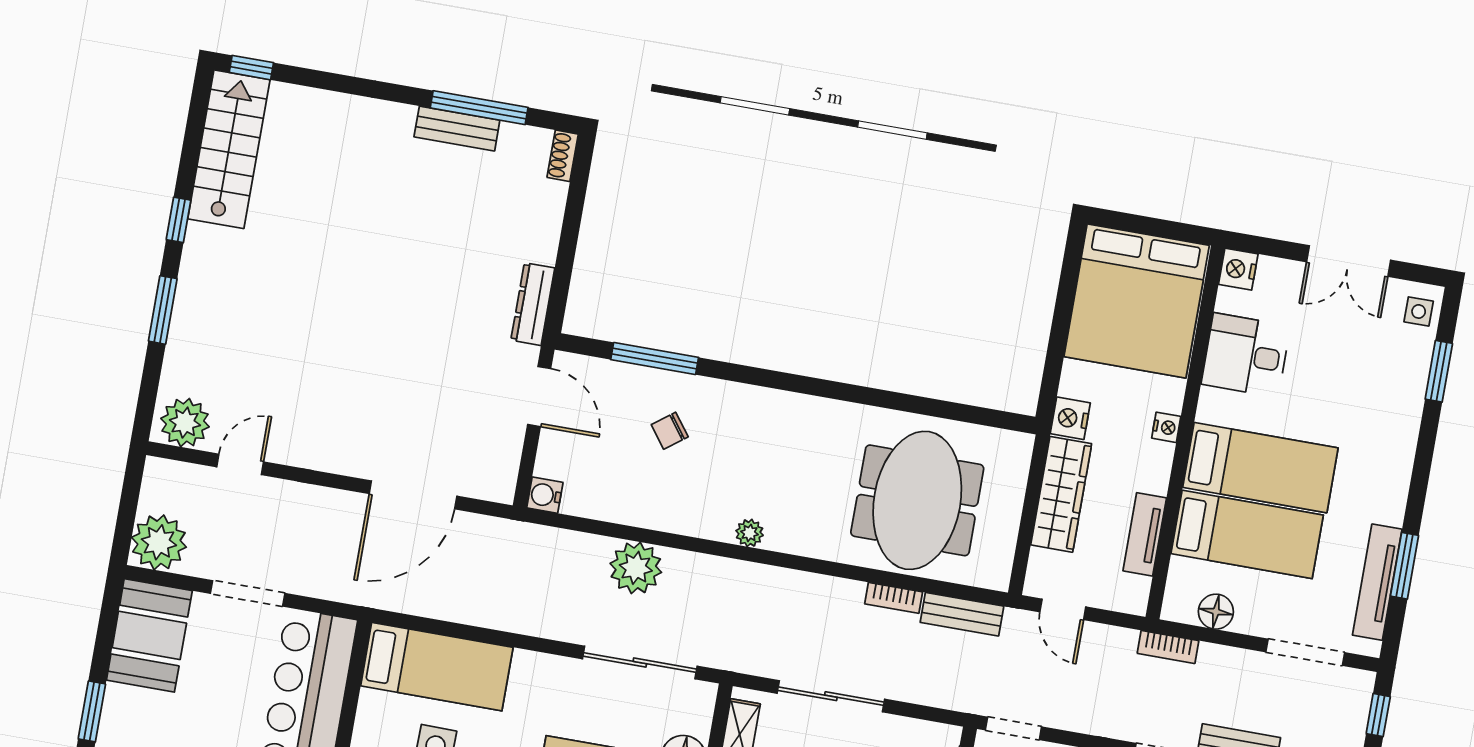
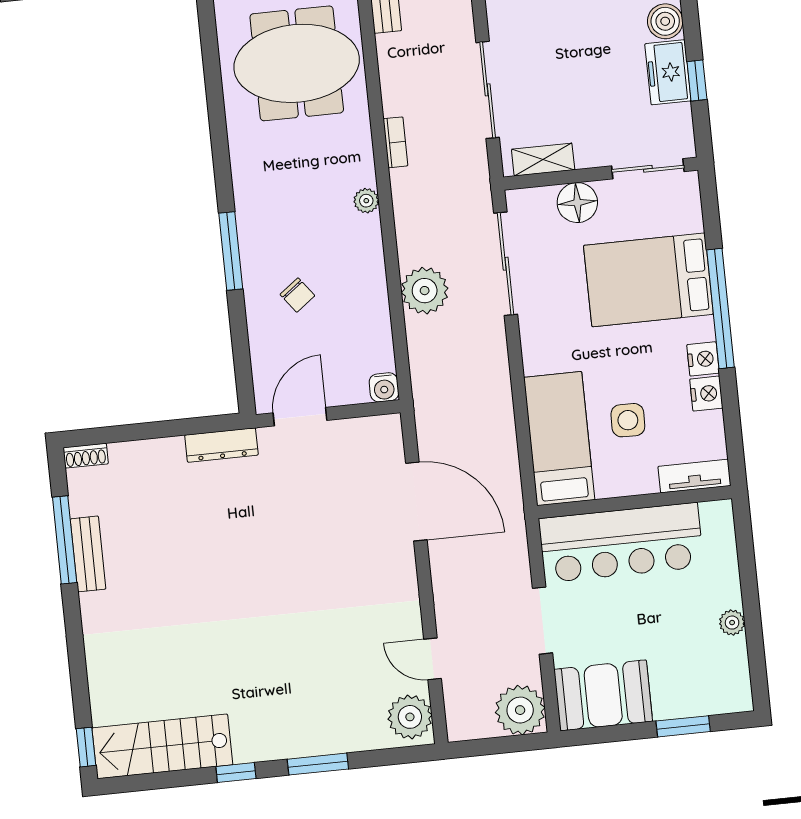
window: (655, 358) -> (231, 251), moved
bookcase: (894, 598) -> (395, 142), moved

